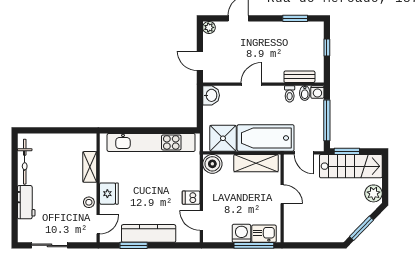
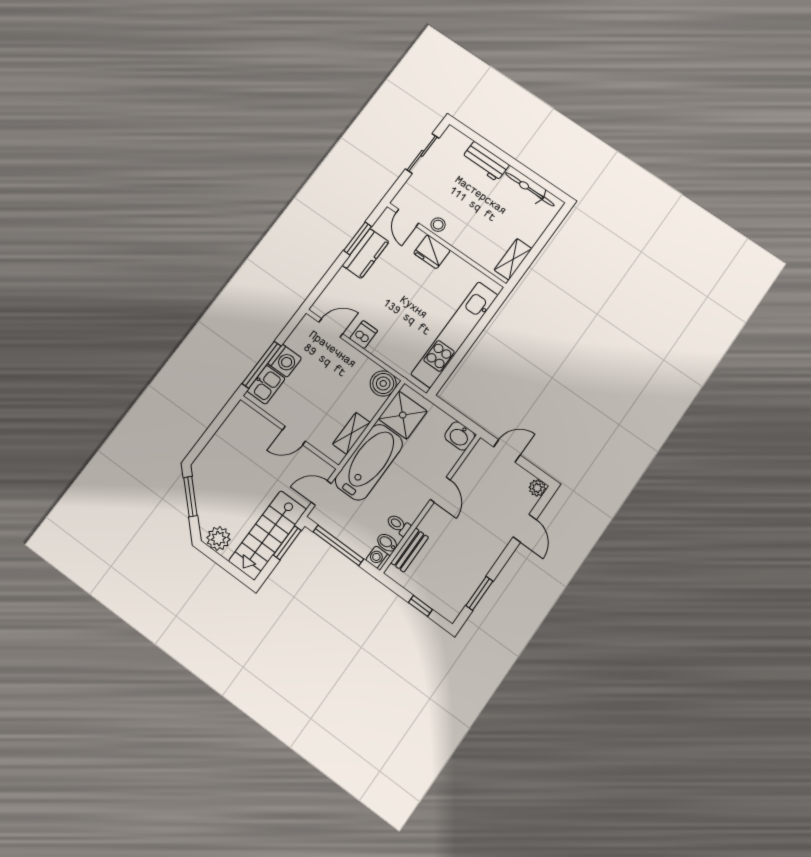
shelving: (256, 163) -> (351, 433), width x0.67, depth x0.75
shelving: (90, 167) -> (513, 259), moved, turned 90
kitchen counter: (149, 233) -> (366, 254), width x0.67

